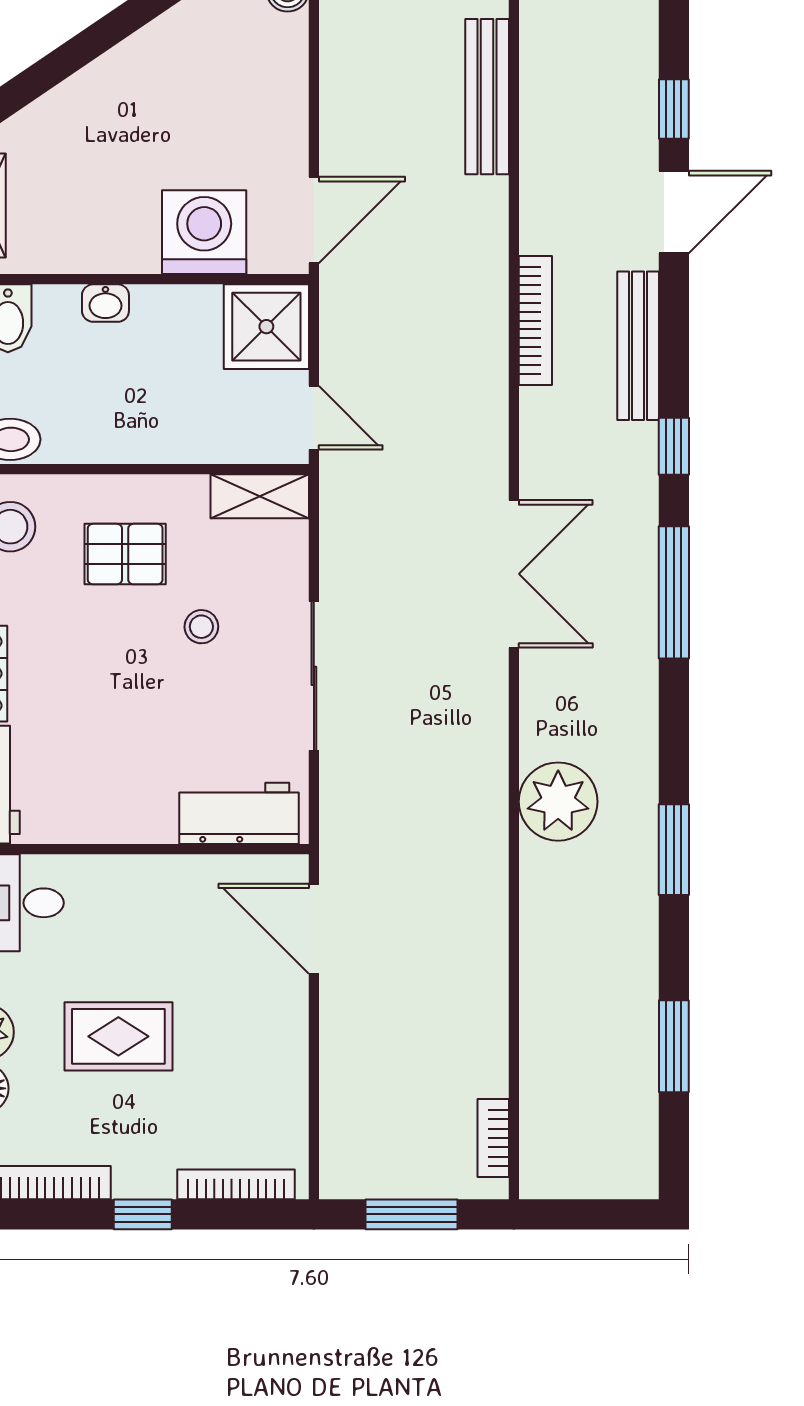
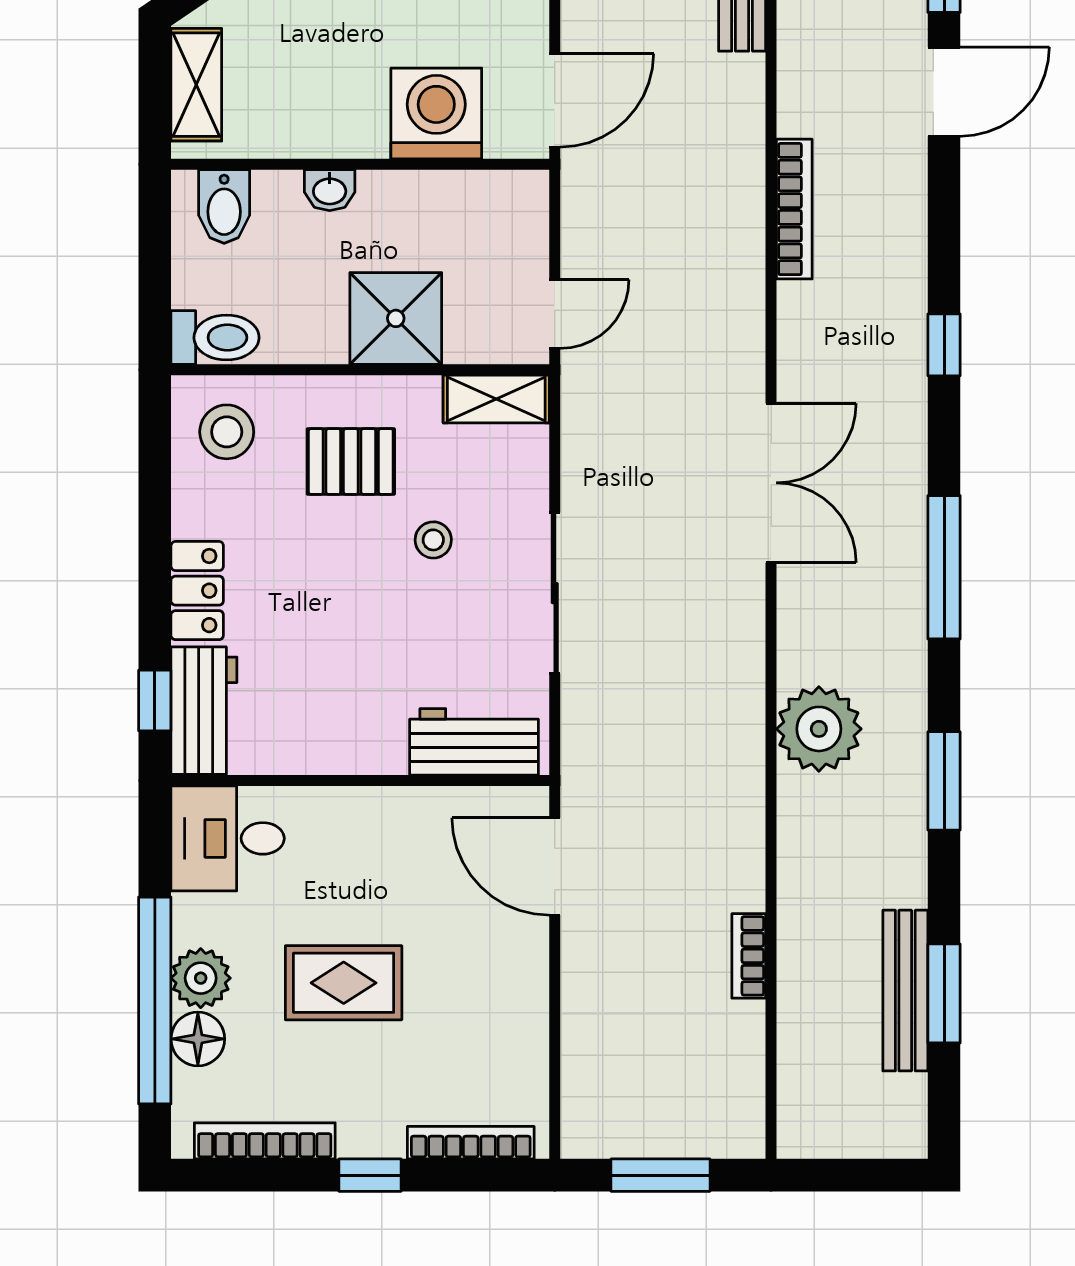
shower: (266, 327) -> (396, 318), moved
bench: (638, 346) -> (905, 991), moved
door: (314, 418) -> (555, 314), hinge flipped
window: (674, 592) -> (944, 567), moved
bookcase: (493, 1138) -> (749, 956), moved

